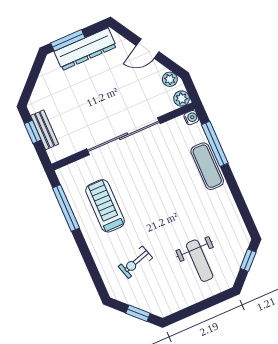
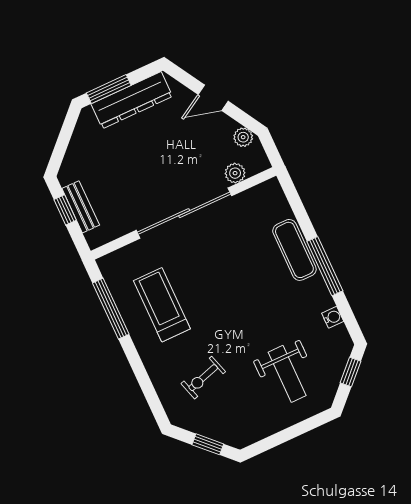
plant: (182, 98) -> (235, 173), moved
water cooler: (191, 118) -> (333, 317), moved
window: (215, 144) -> (325, 266), moved

